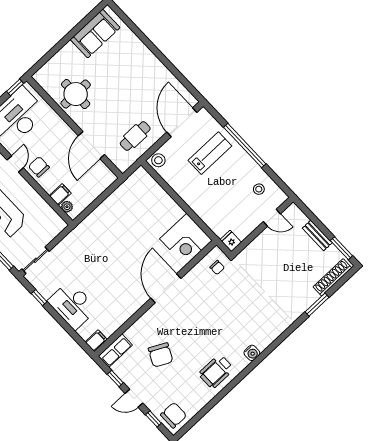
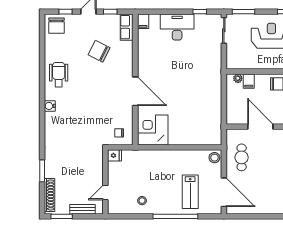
door: (272, 218) -> (105, 192), moved
wall: (262, 227) -> (105, 182), moved
fridge: (231, 241) -> (114, 155), moved

